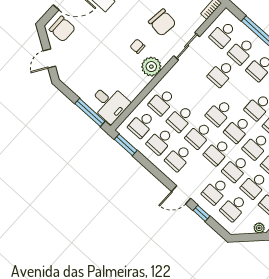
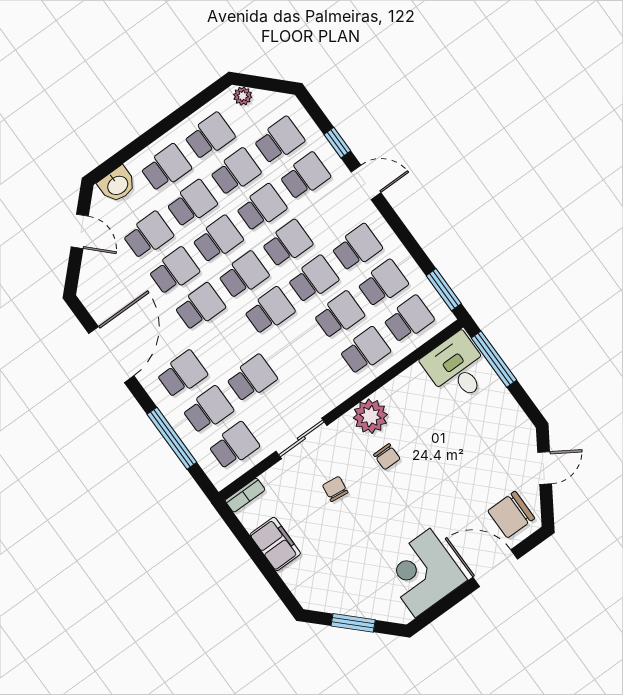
chair: (162, 22) -> (335, 489), width x0.54, depth x0.54
chair: (62, 29) -> (511, 515), turned -90

